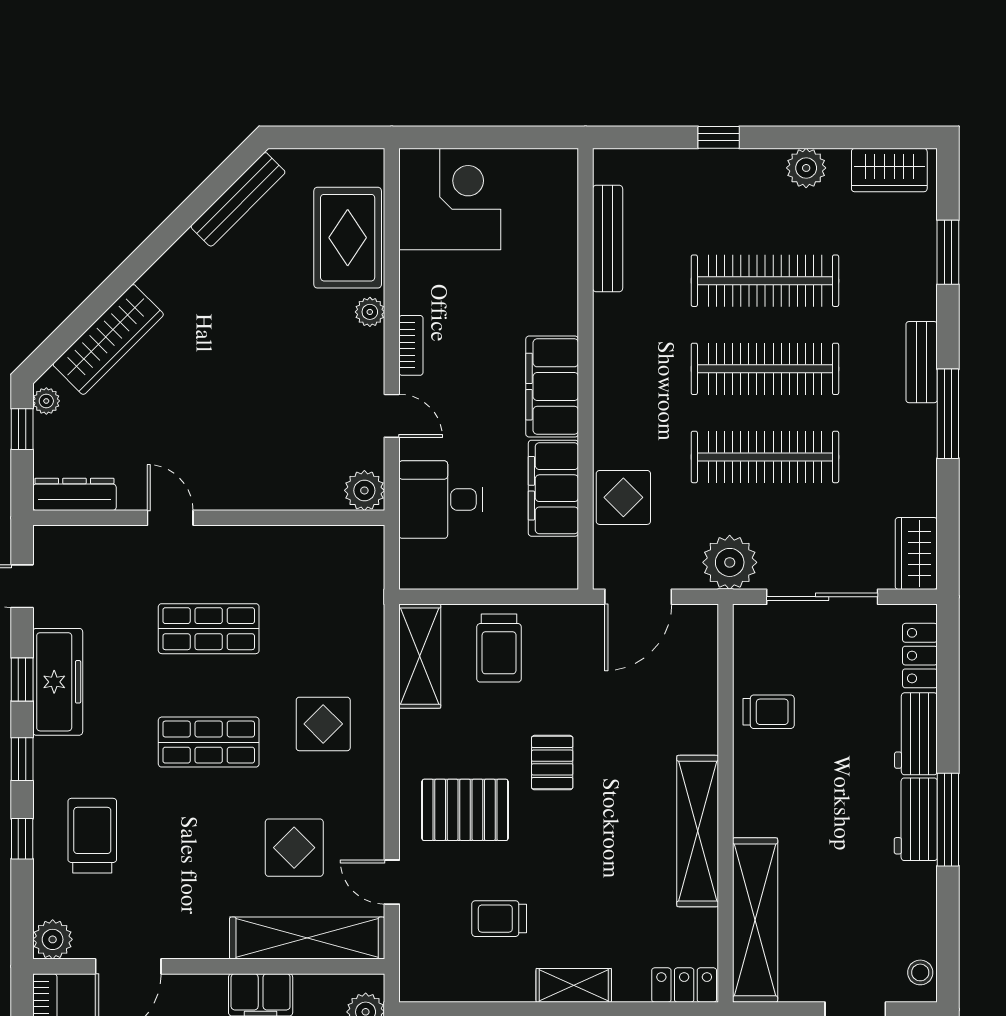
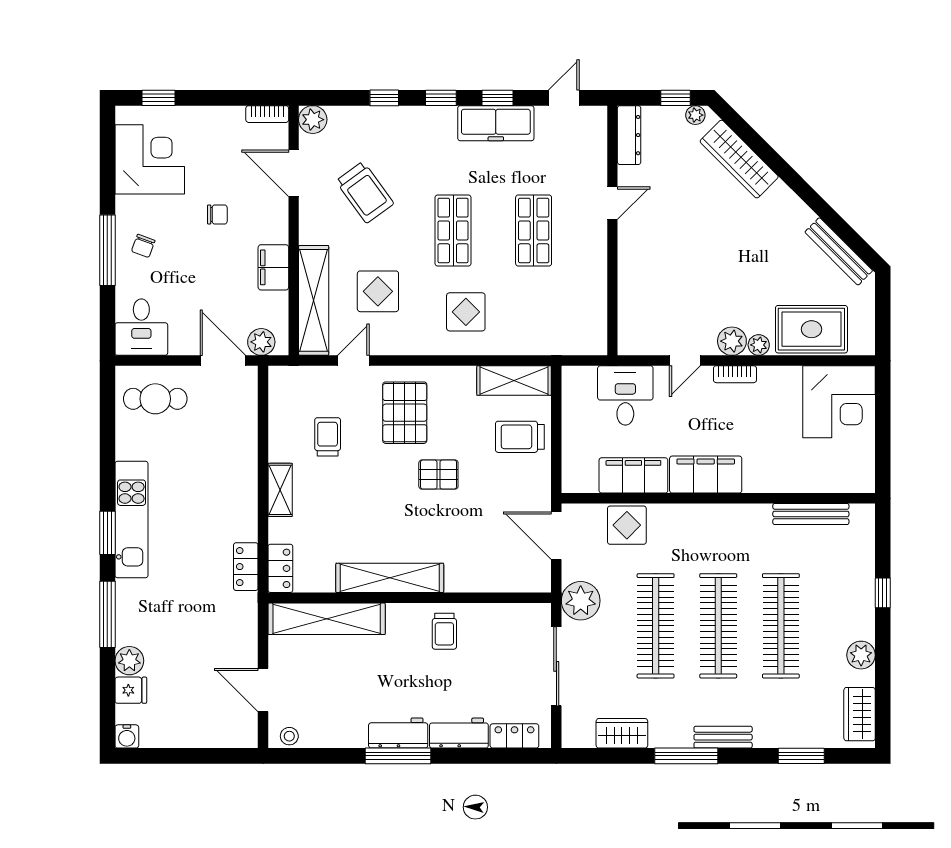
plant: (364, 490) -> (732, 341), moved
wardrobe: (916, 553) -> (622, 733), moved
trolley: (769, 712) -> (444, 631), moved
trolley: (92, 836) -> (365, 192), moved, turned 54

